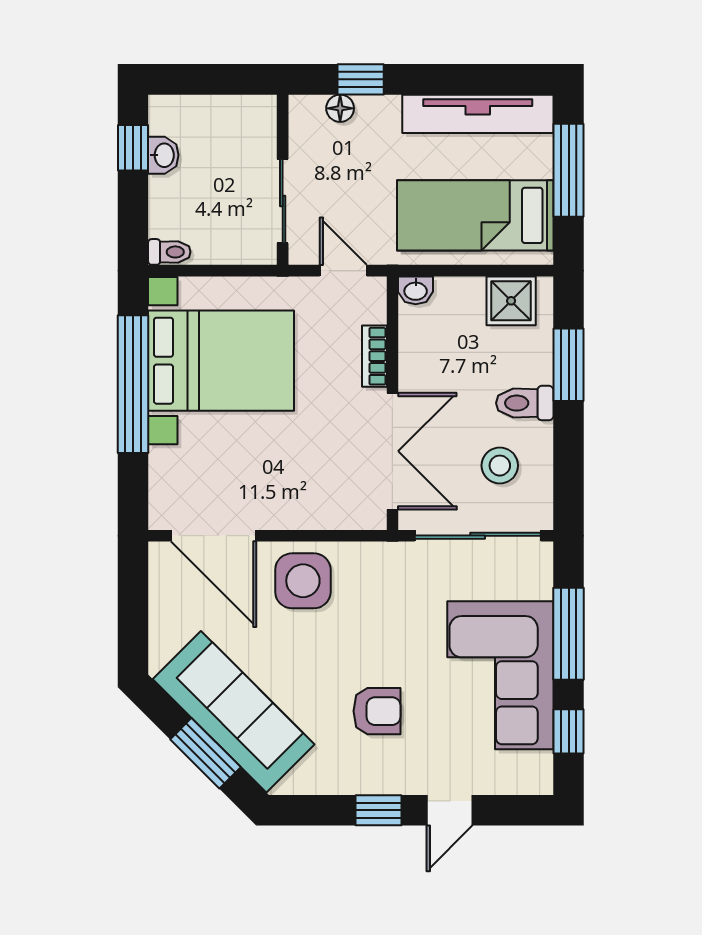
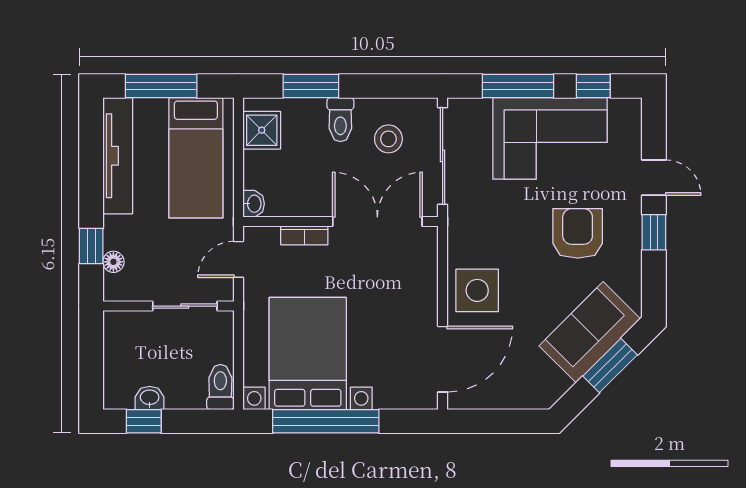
toilet: (169, 252) -> (220, 387), width x1.37, depth x1.39
armchair: (377, 711) -> (578, 233), width x1.38, depth x1.38
sofa: (234, 712) -> (590, 332), width x0.73

